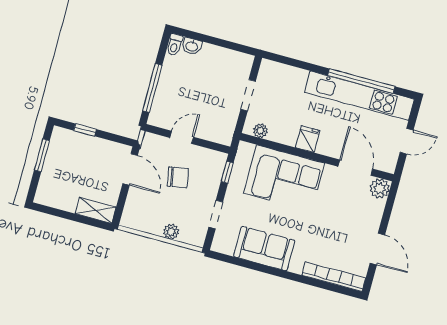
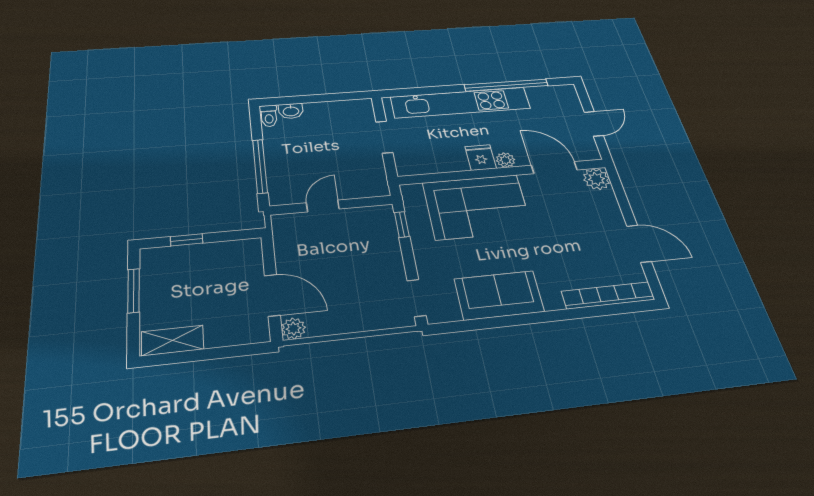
kitchen unit: (359, 96) -> (460, 103), moved
plant: (260, 131) -> (506, 160), moved
door: (130, 169) -> (272, 295), moved
chair: (178, 177) -> (340, 252), removed
shelving: (96, 210) -> (173, 340), moved
doorway: (216, 215) -> (416, 298), moved
plant: (171, 232) -> (294, 328), moved

